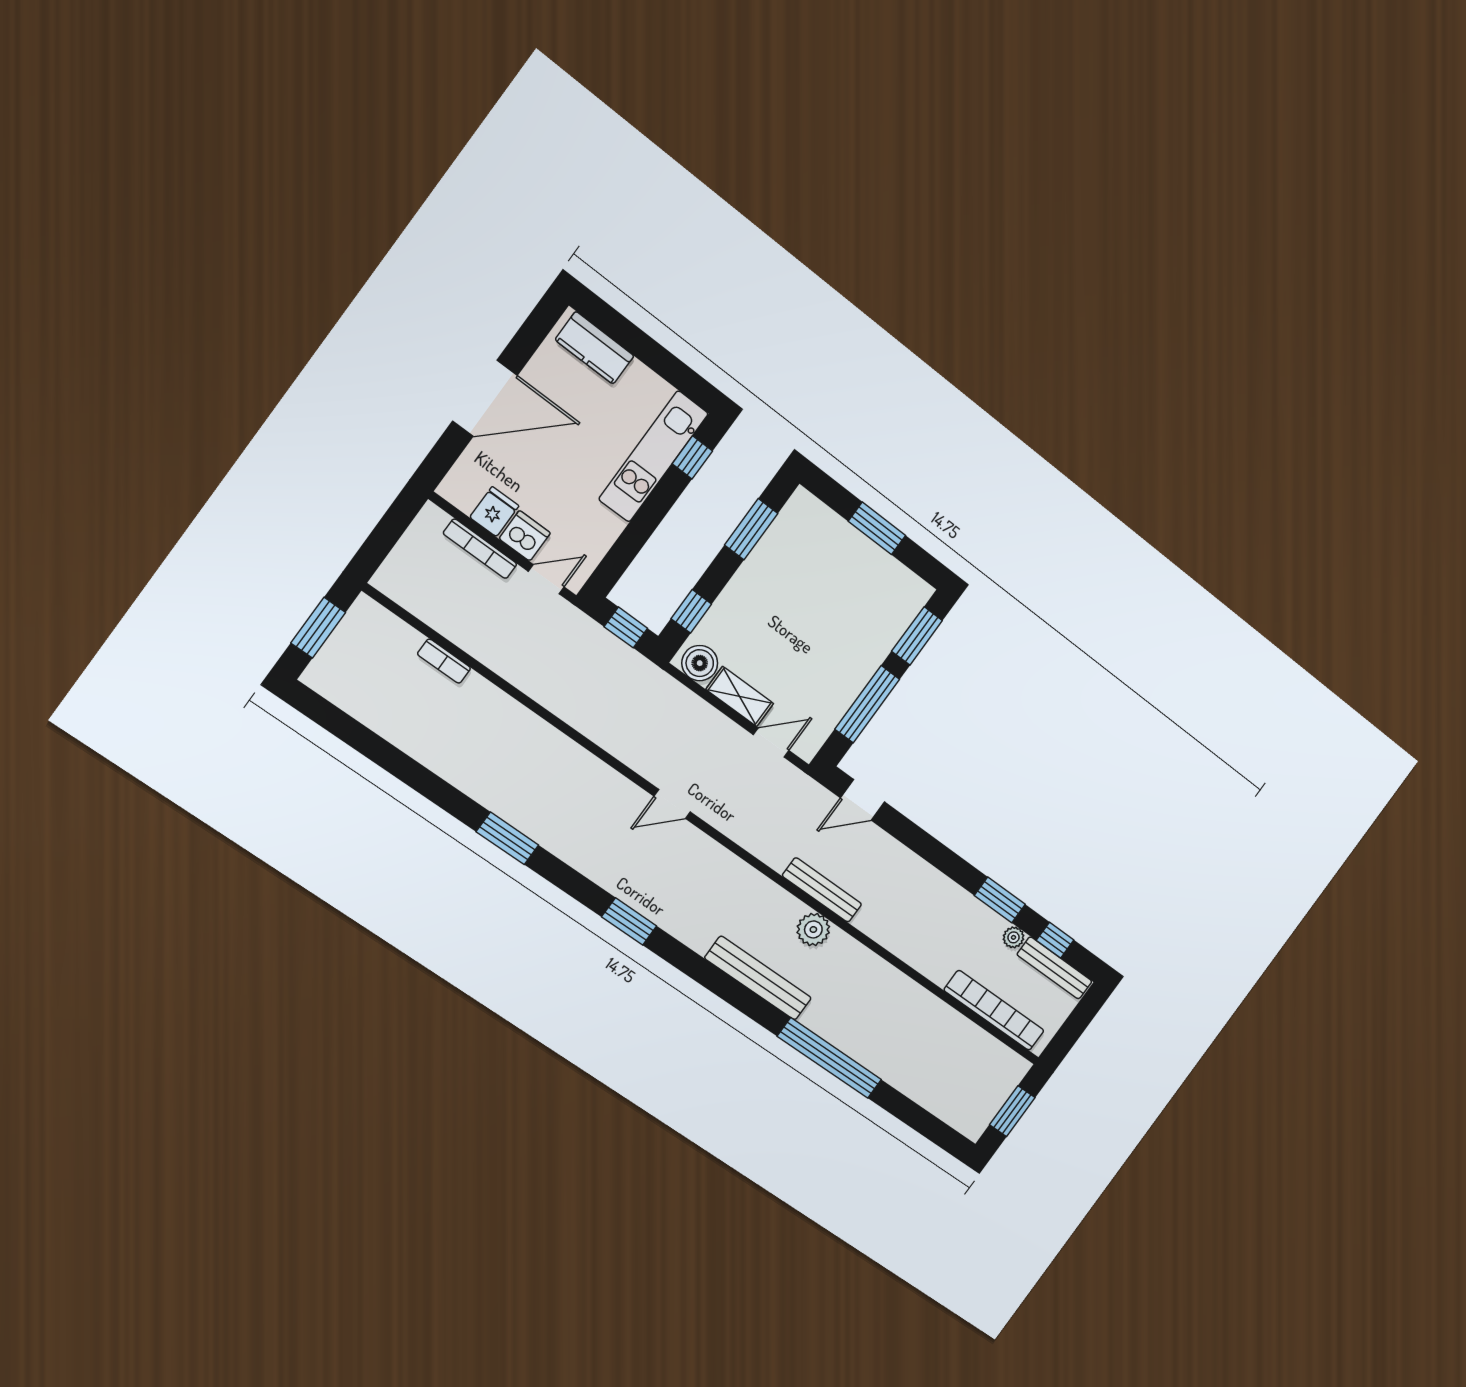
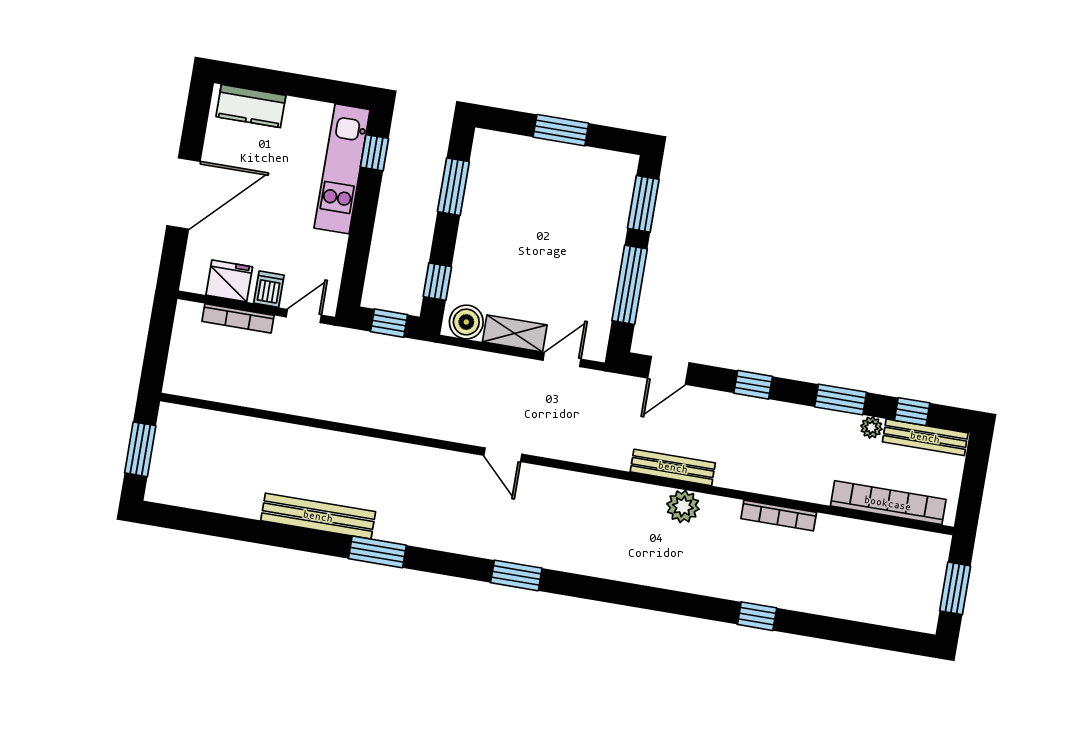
fridge: (494, 512) -> (229, 281), width x1.38
dishwasher: (525, 536) -> (269, 289), width x0.73
bookcase: (444, 661) -> (779, 515), moved, width x1.56
door: (672, 804) -> (503, 455), hinge flipped
window: (931, 850) -> (753, 385), added
bench: (758, 978) -> (318, 516), moved
window: (830, 1058) -> (757, 616), width x0.32

